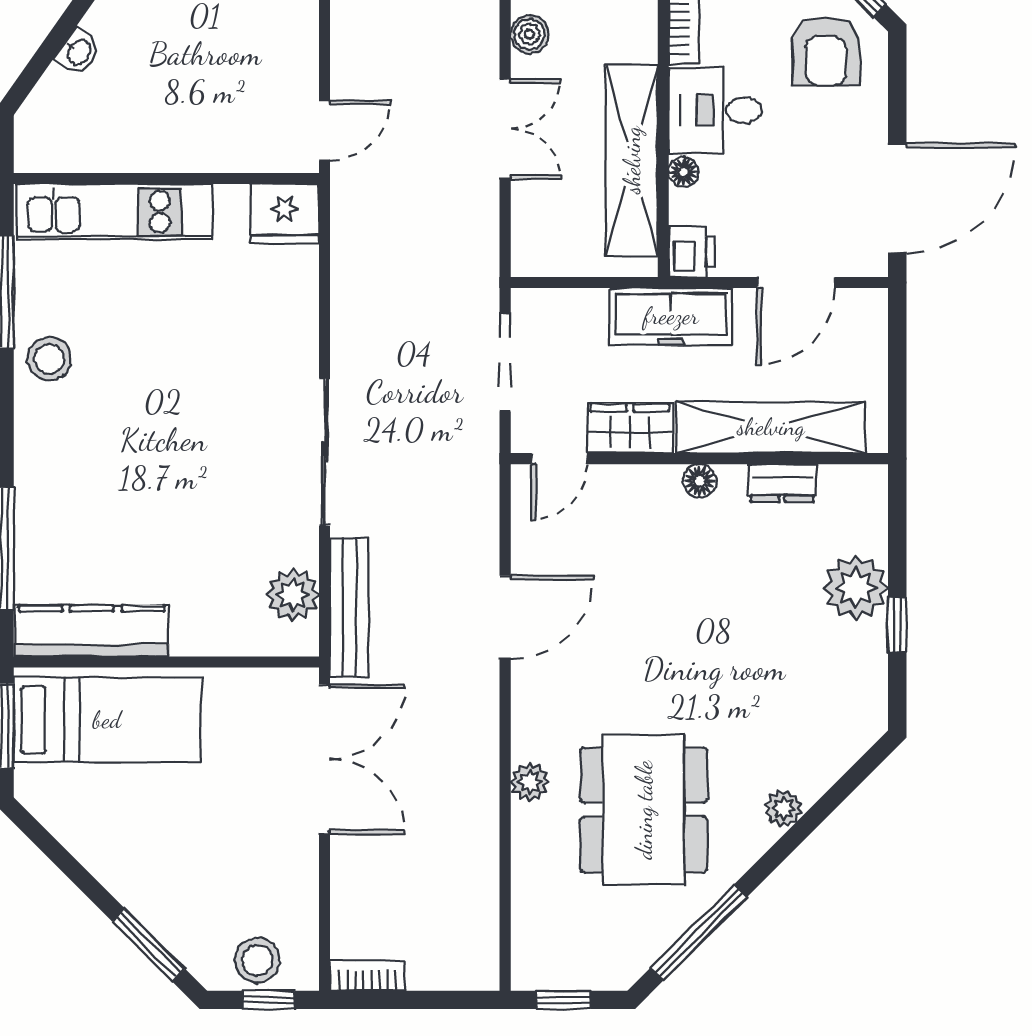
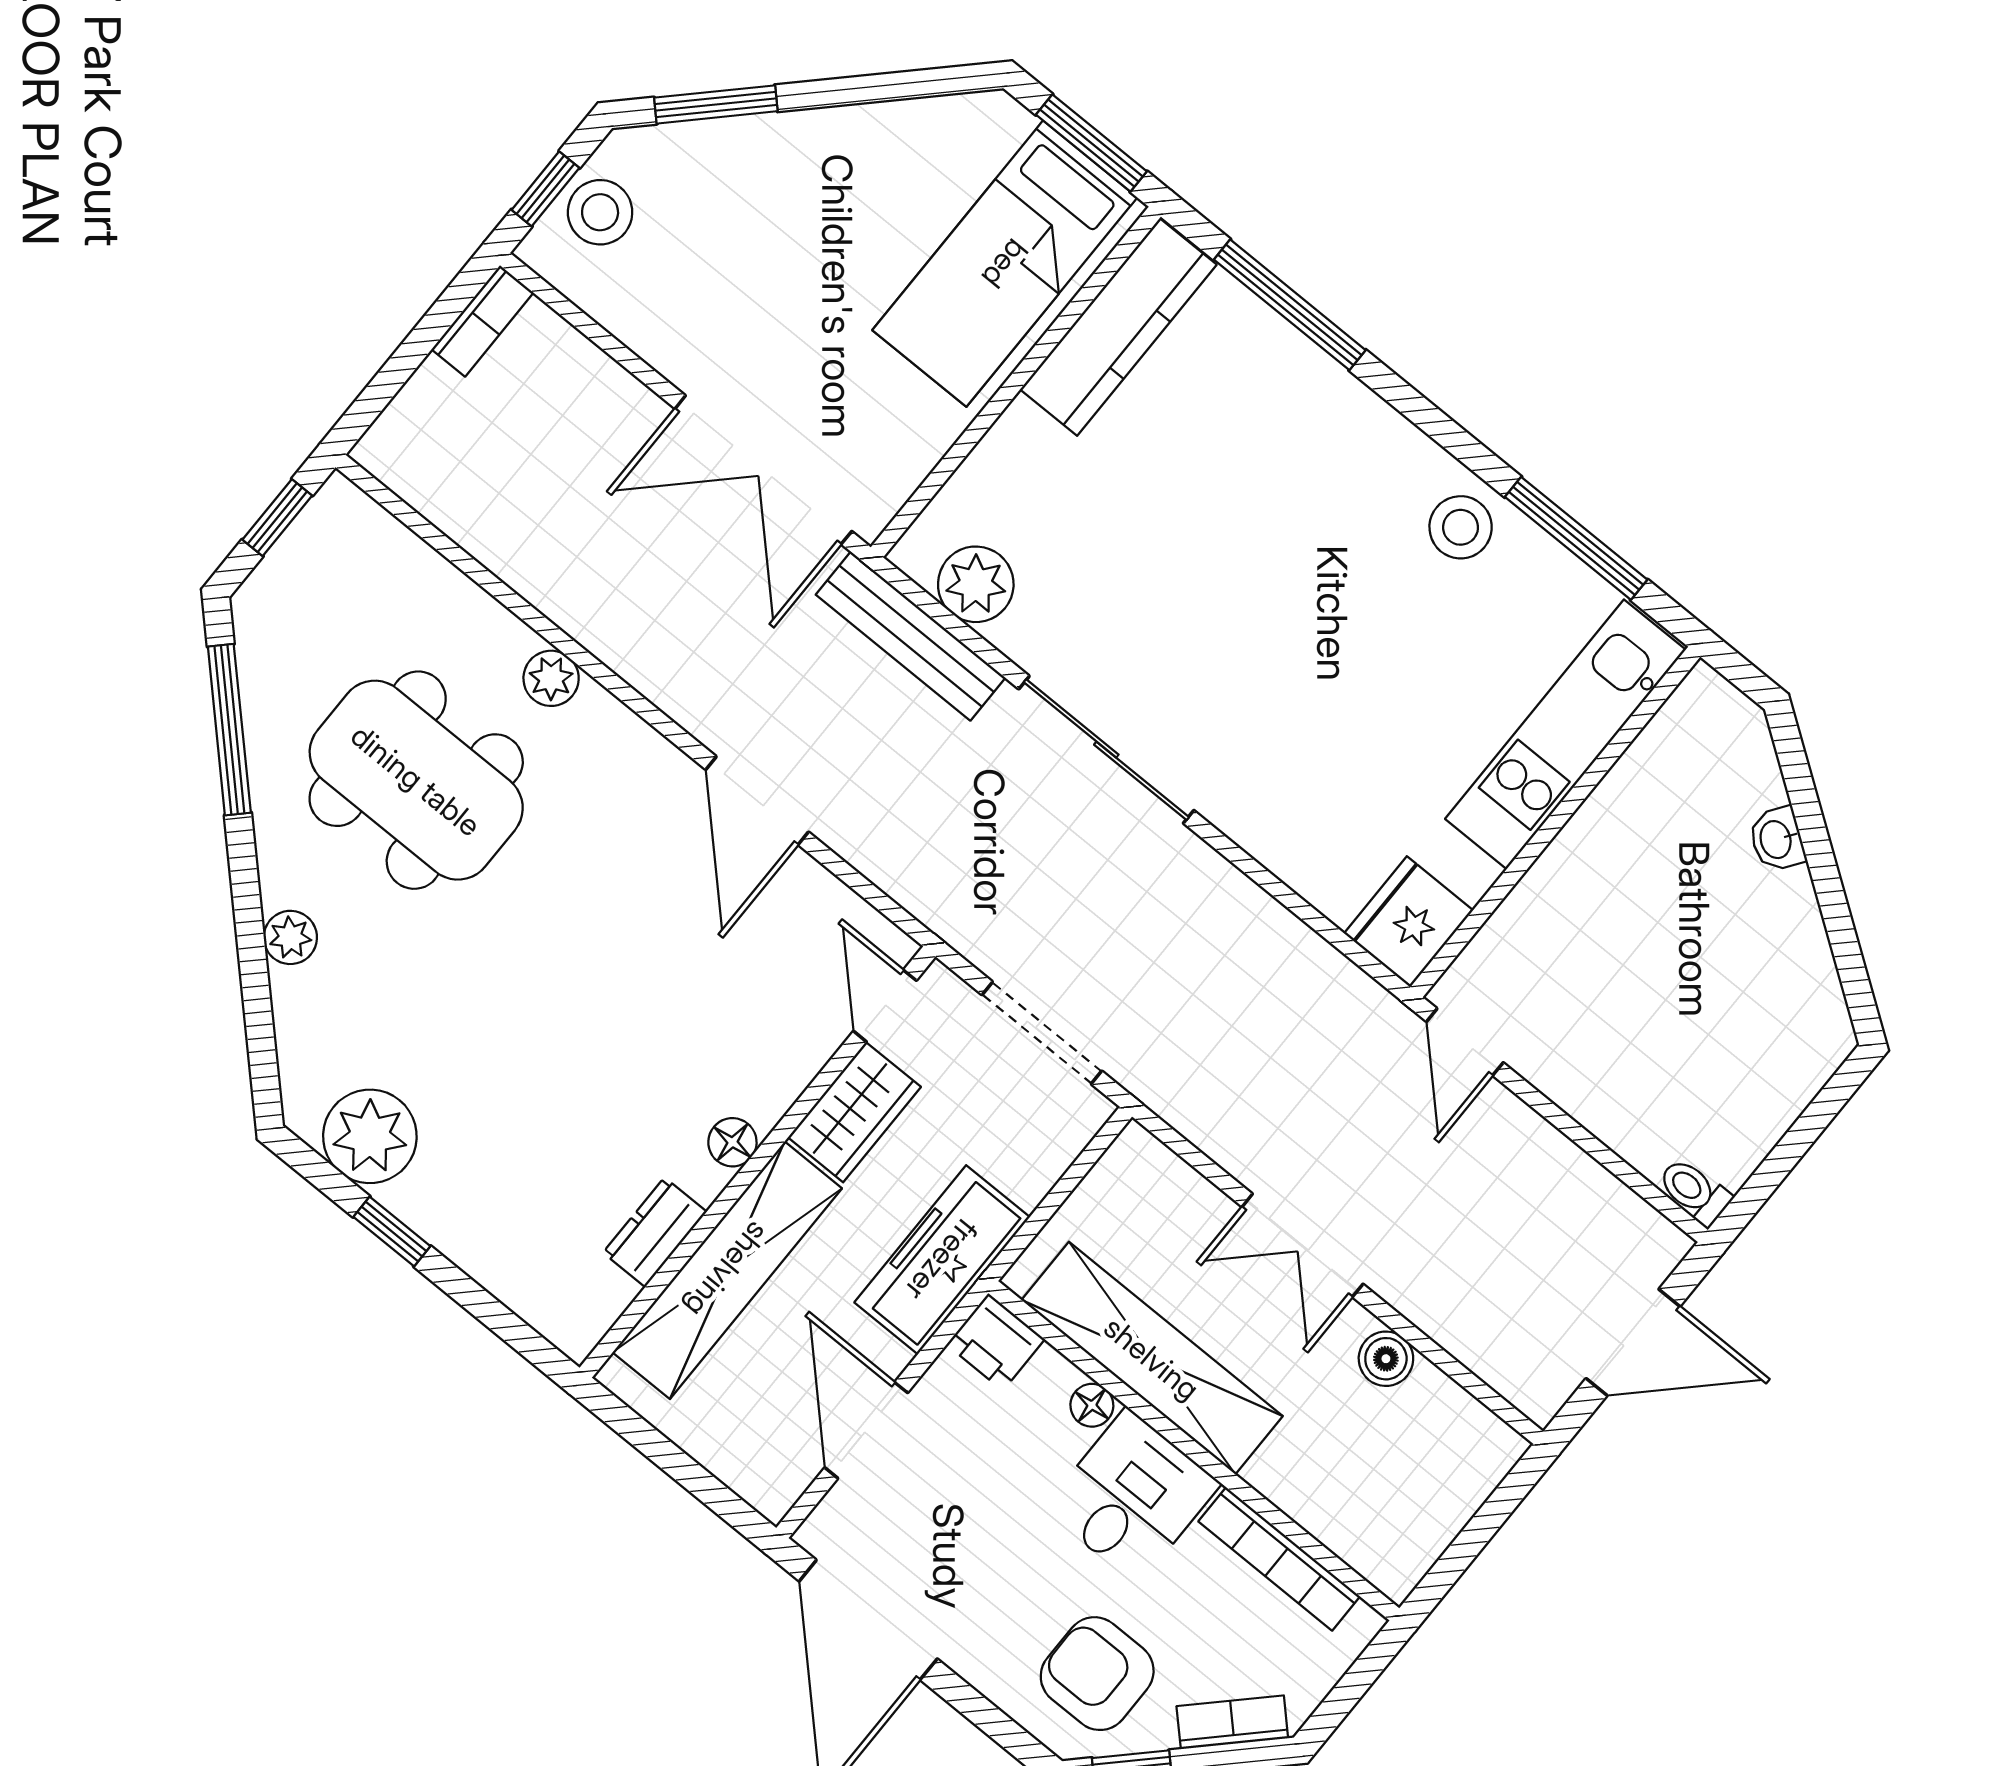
plant: (856, 588) -> (370, 1136), moved

